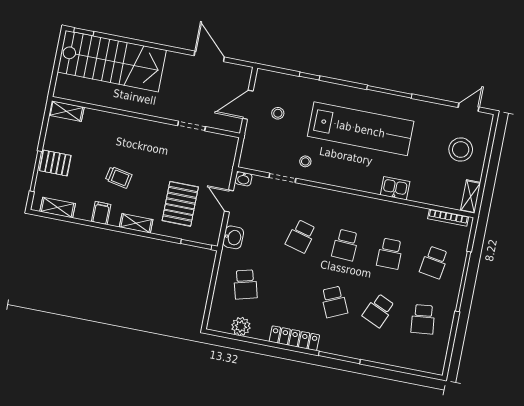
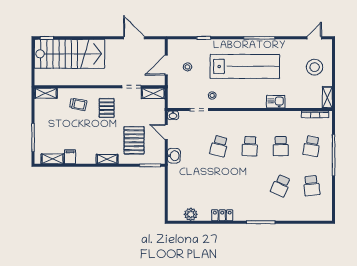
shelving: (221, 142) -> (153, 93), added
pallet: (55, 163) -> (107, 108), moved, turned 90
trolley: (119, 177) -> (78, 104), moved
filing cabinet: (101, 213) -> (70, 157), moved
school desk: (245, 284) -> (188, 186), removed
school desk: (334, 302) -> (250, 186), removed
locker: (294, 338) -> (222, 215), width x0.66

